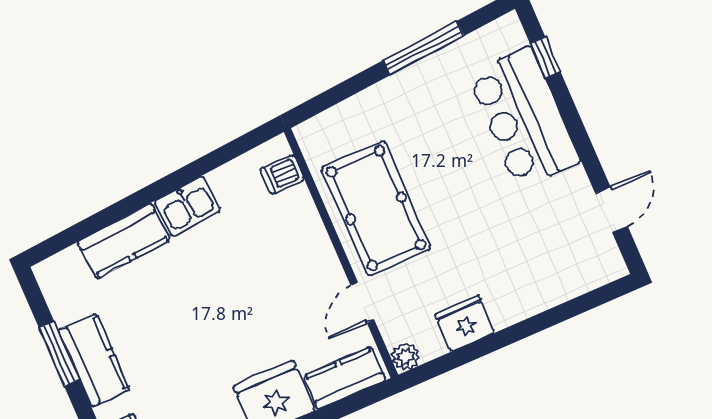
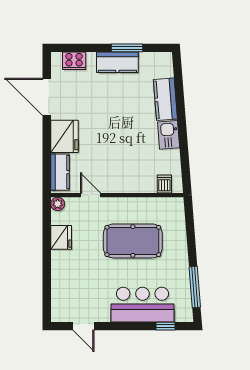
window: (424, 48) -> (195, 287), moved
pool table: (376, 208) -> (133, 241), moved

